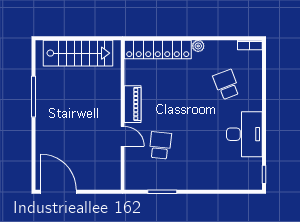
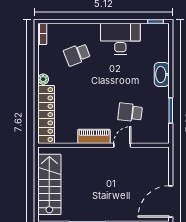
washbasin: (204, 182) -> (162, 74), added

